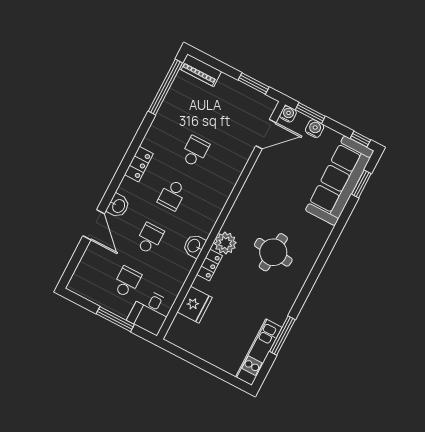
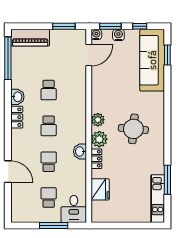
piano: (201, 70) -> (30, 38), width x1.37, depth x1.33
window: (360, 139) -> (140, 26), moved
school desk: (195, 151) -> (49, 90), turned 180
washbasin: (118, 206) -> (17, 97), moved
plant: (236, 218) -> (98, 120), added

